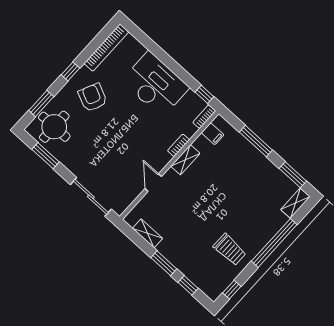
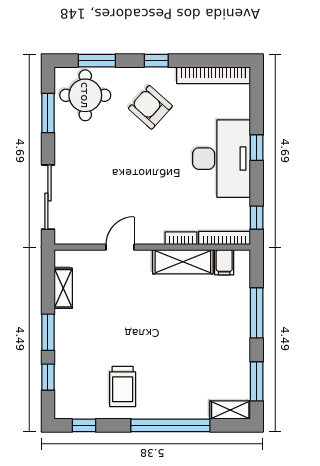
window: (167, 60) -> (257, 148), added
armchair: (93, 98) -> (150, 107), turned -73
bookcase: (204, 117) -> (225, 238), width x1.56
shelving: (185, 160) -> (183, 262), width x1.50, depth x1.33

